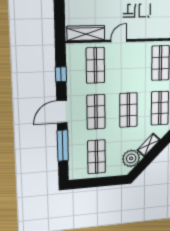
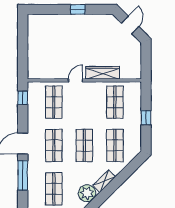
wardrobe: (86, 33) -> (103, 73), moved
window: (61, 74) -> (23, 98), moved

